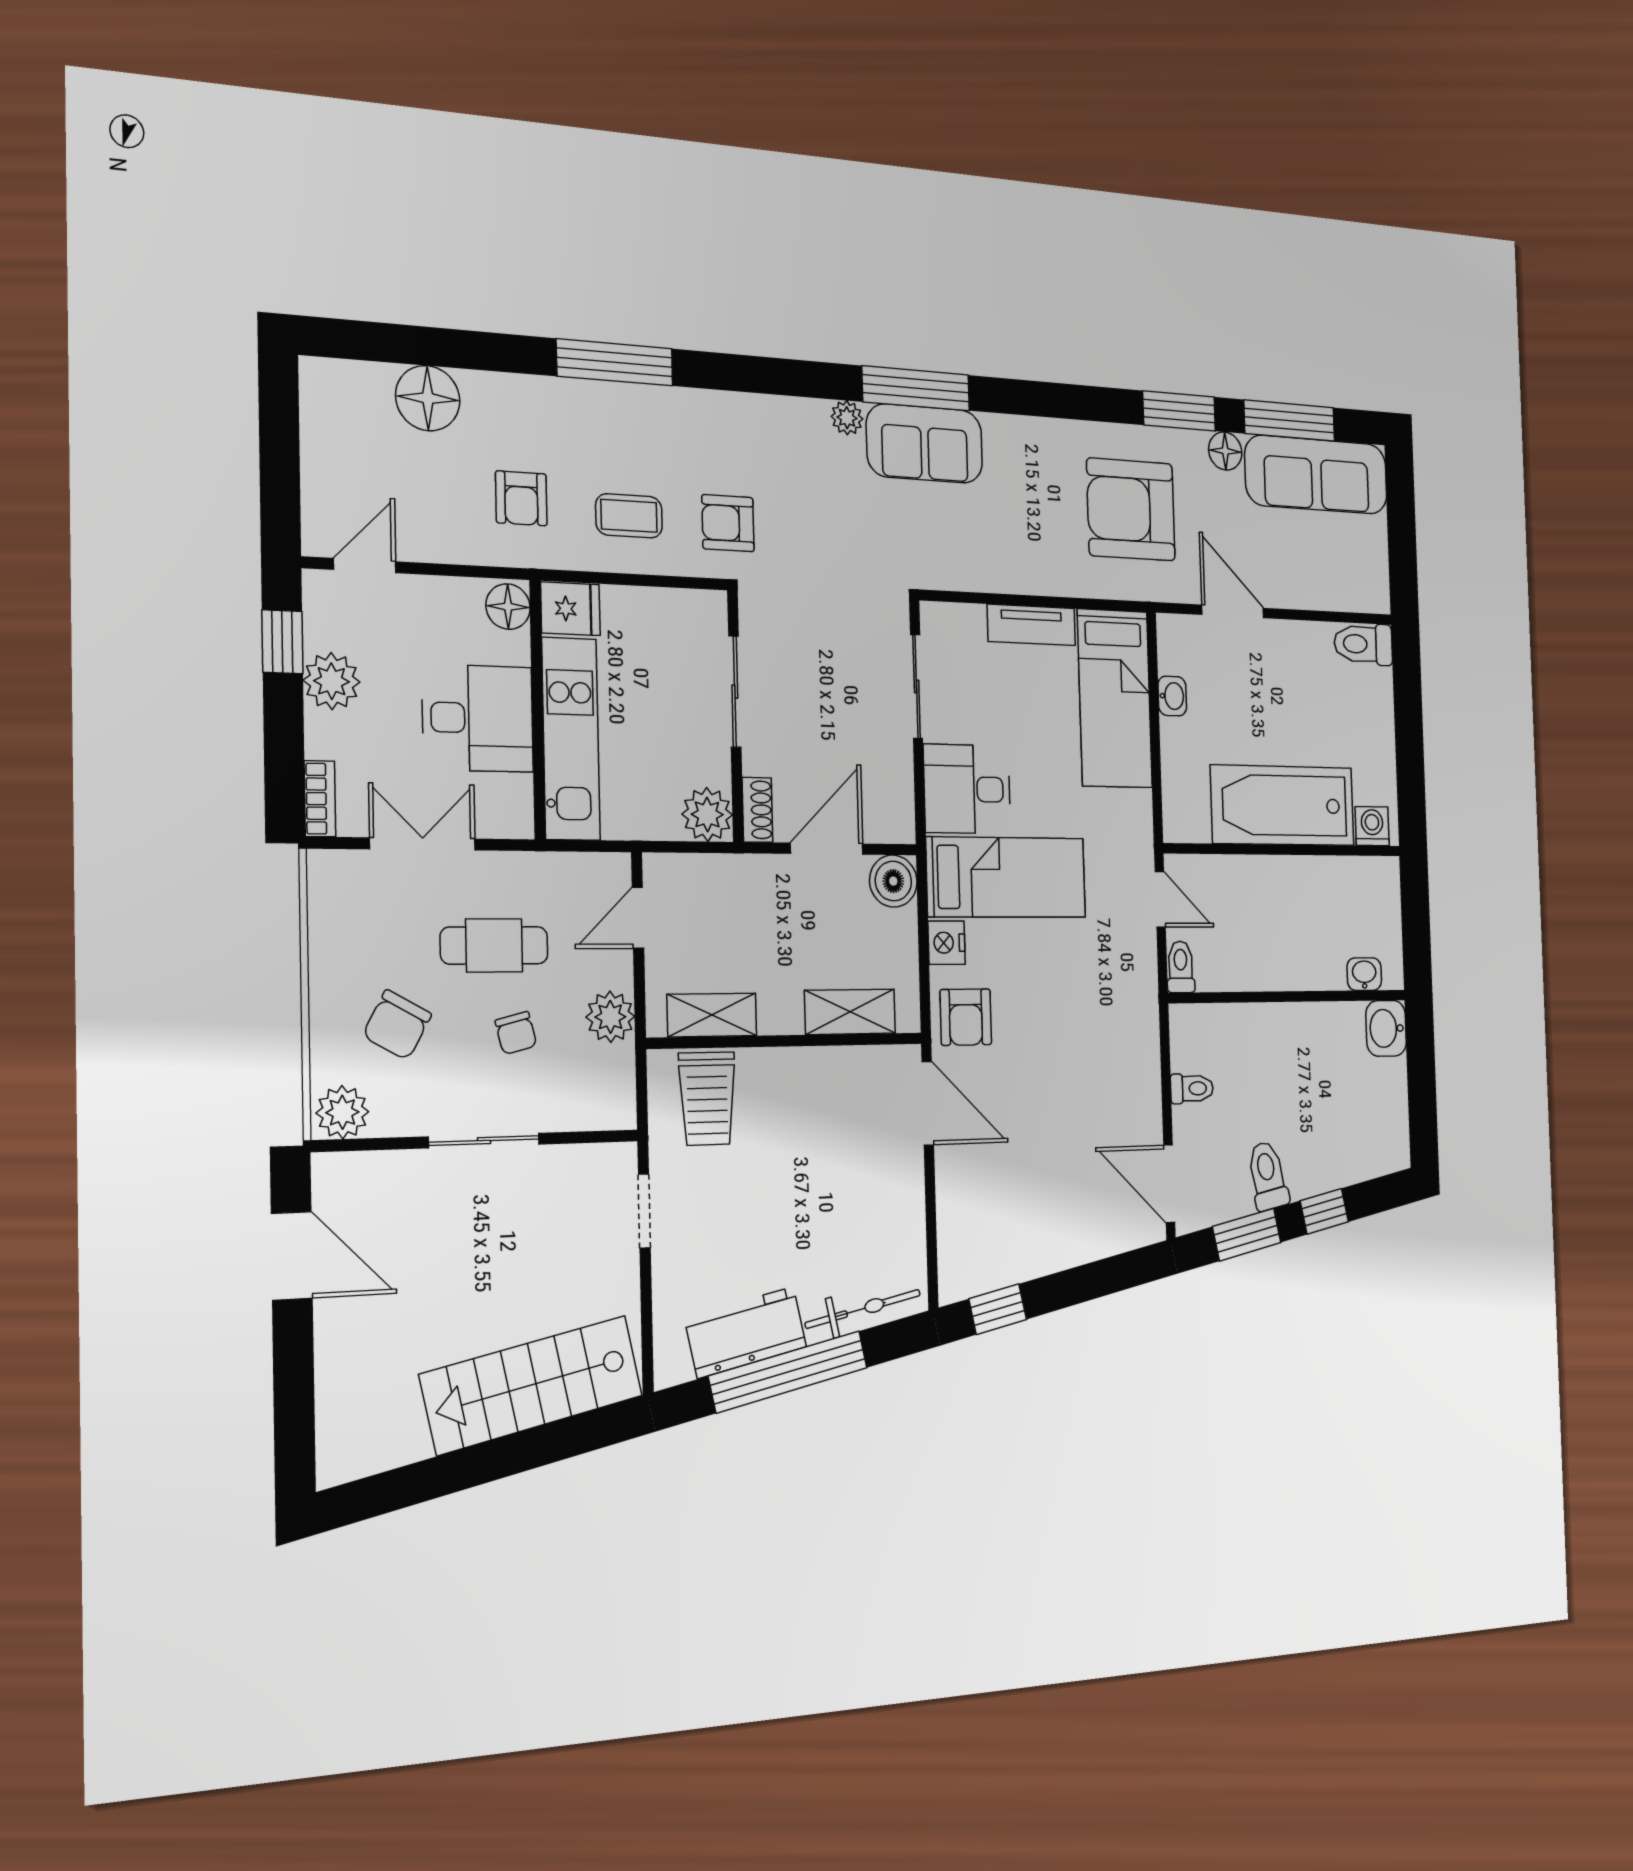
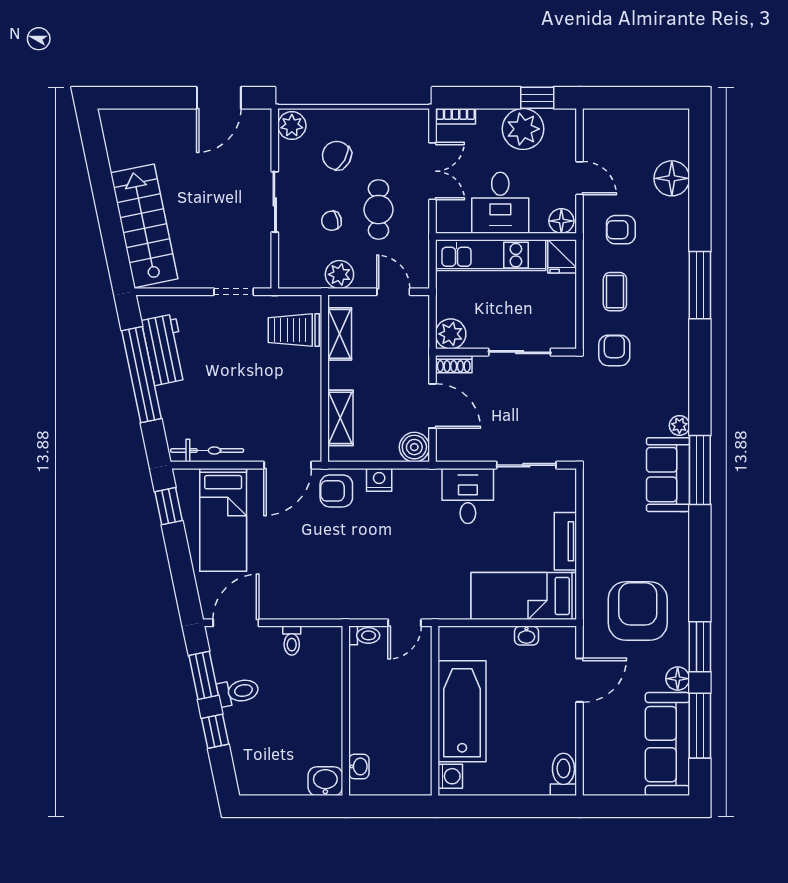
door: (365, 566) -> (580, 178), moved
plant: (332, 681) -> (523, 129), width x1.36, depth x1.36
bed: (1006, 877) -> (223, 520), moved
bicycle: (863, 1309) -> (207, 451), moved, turned -78

